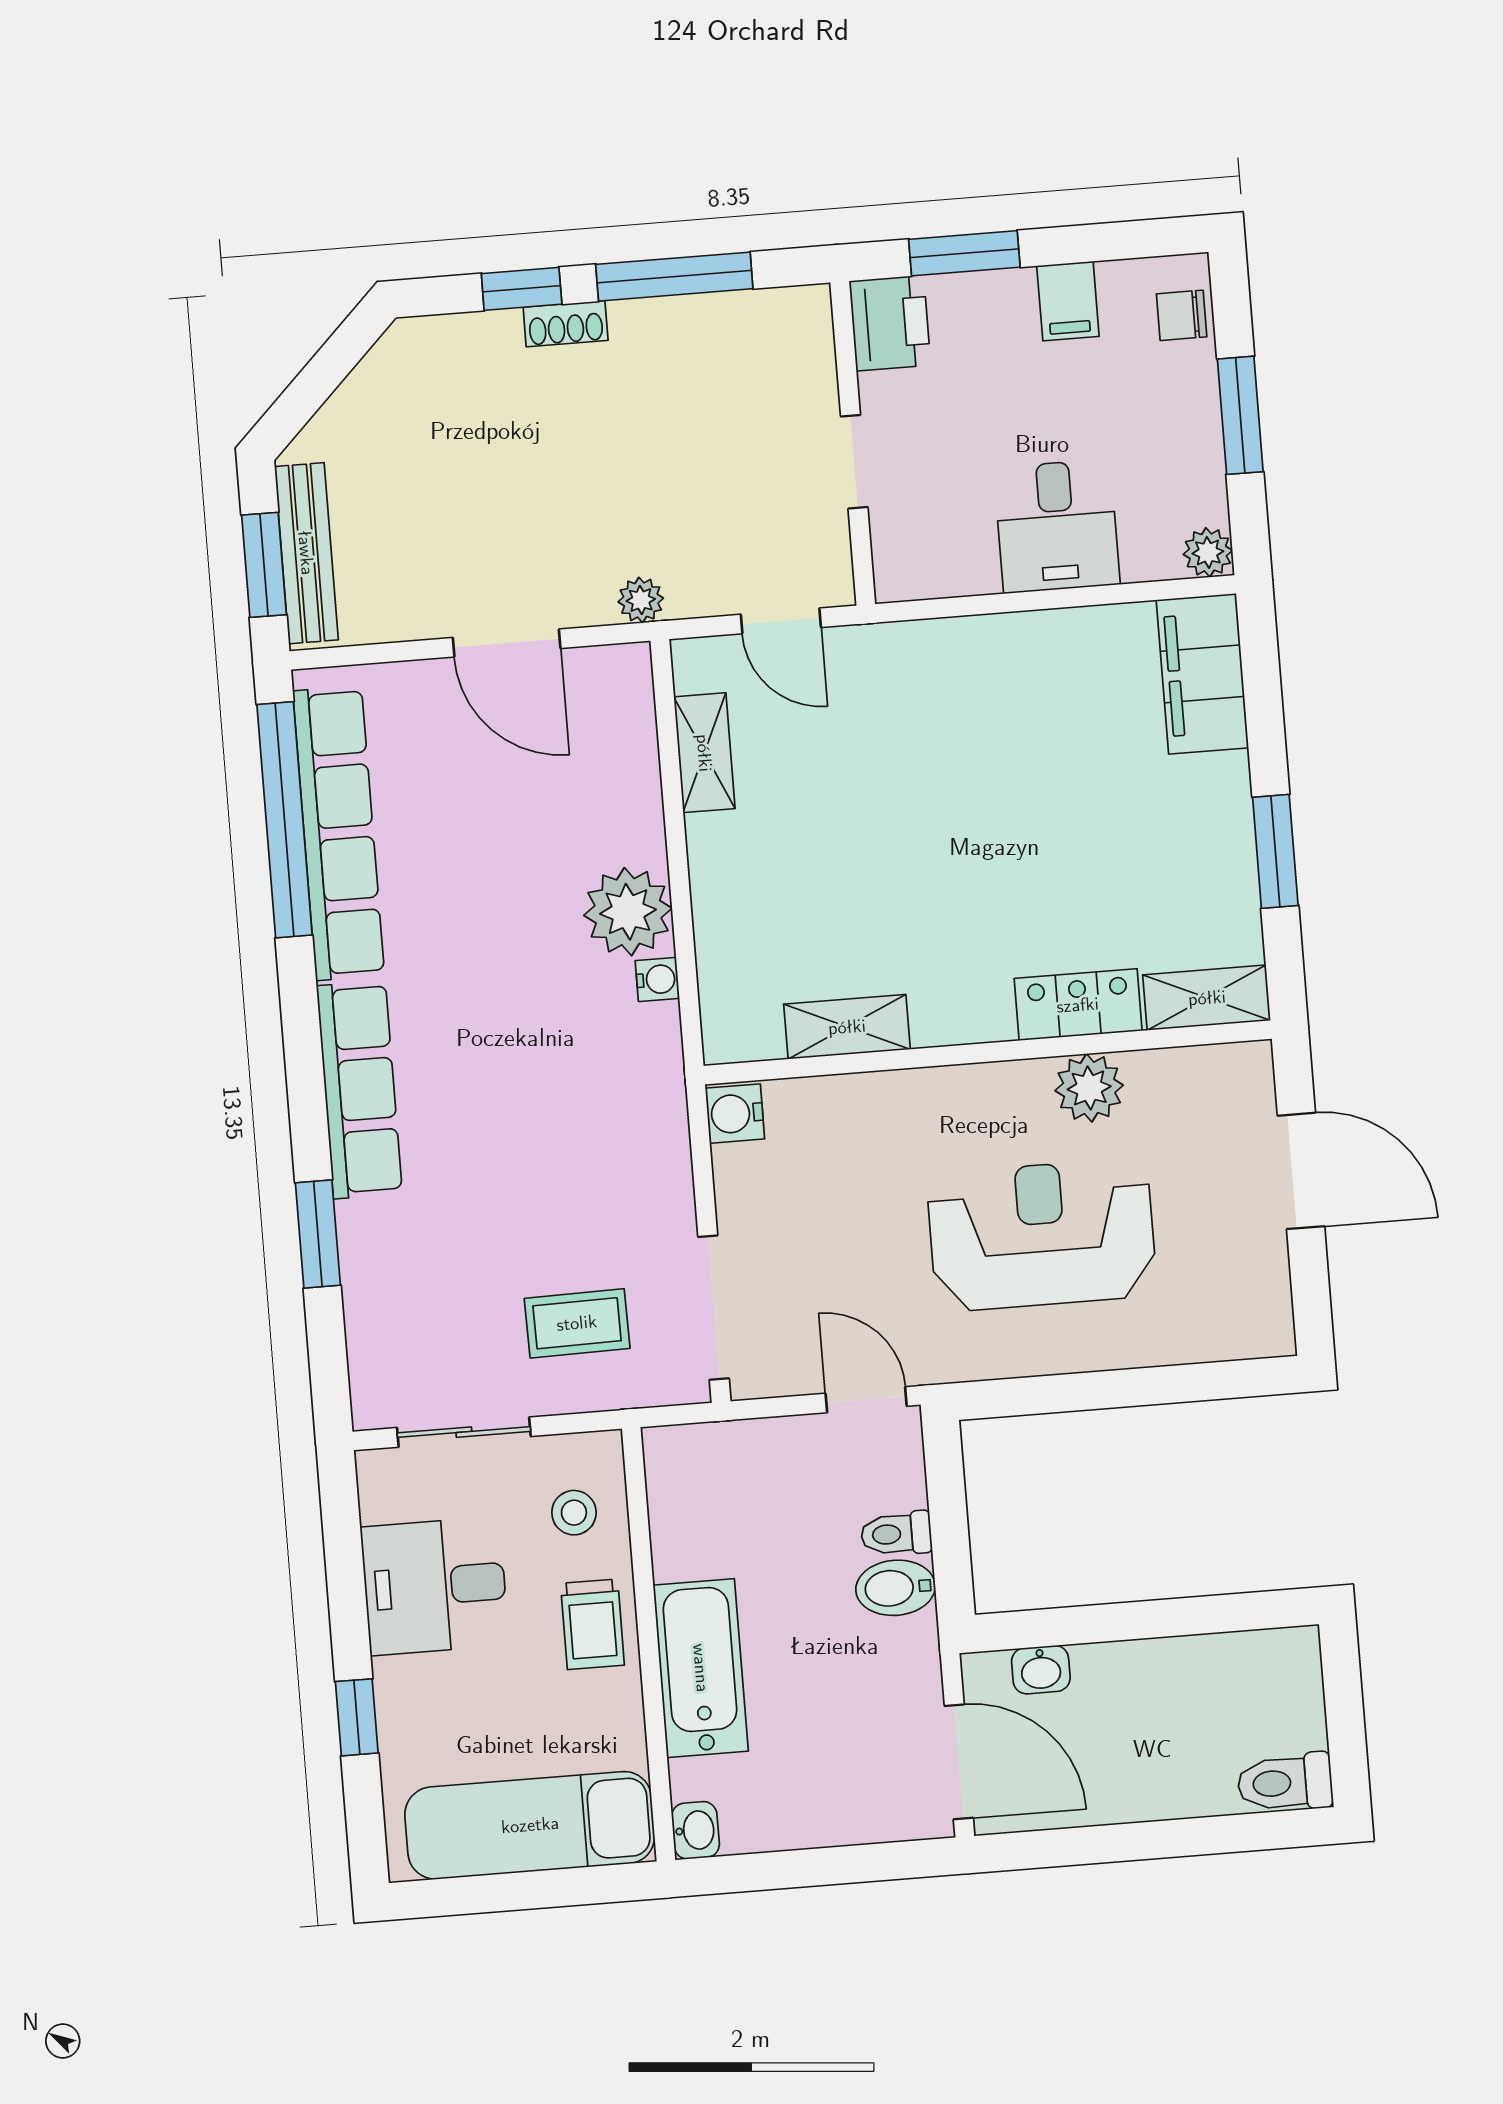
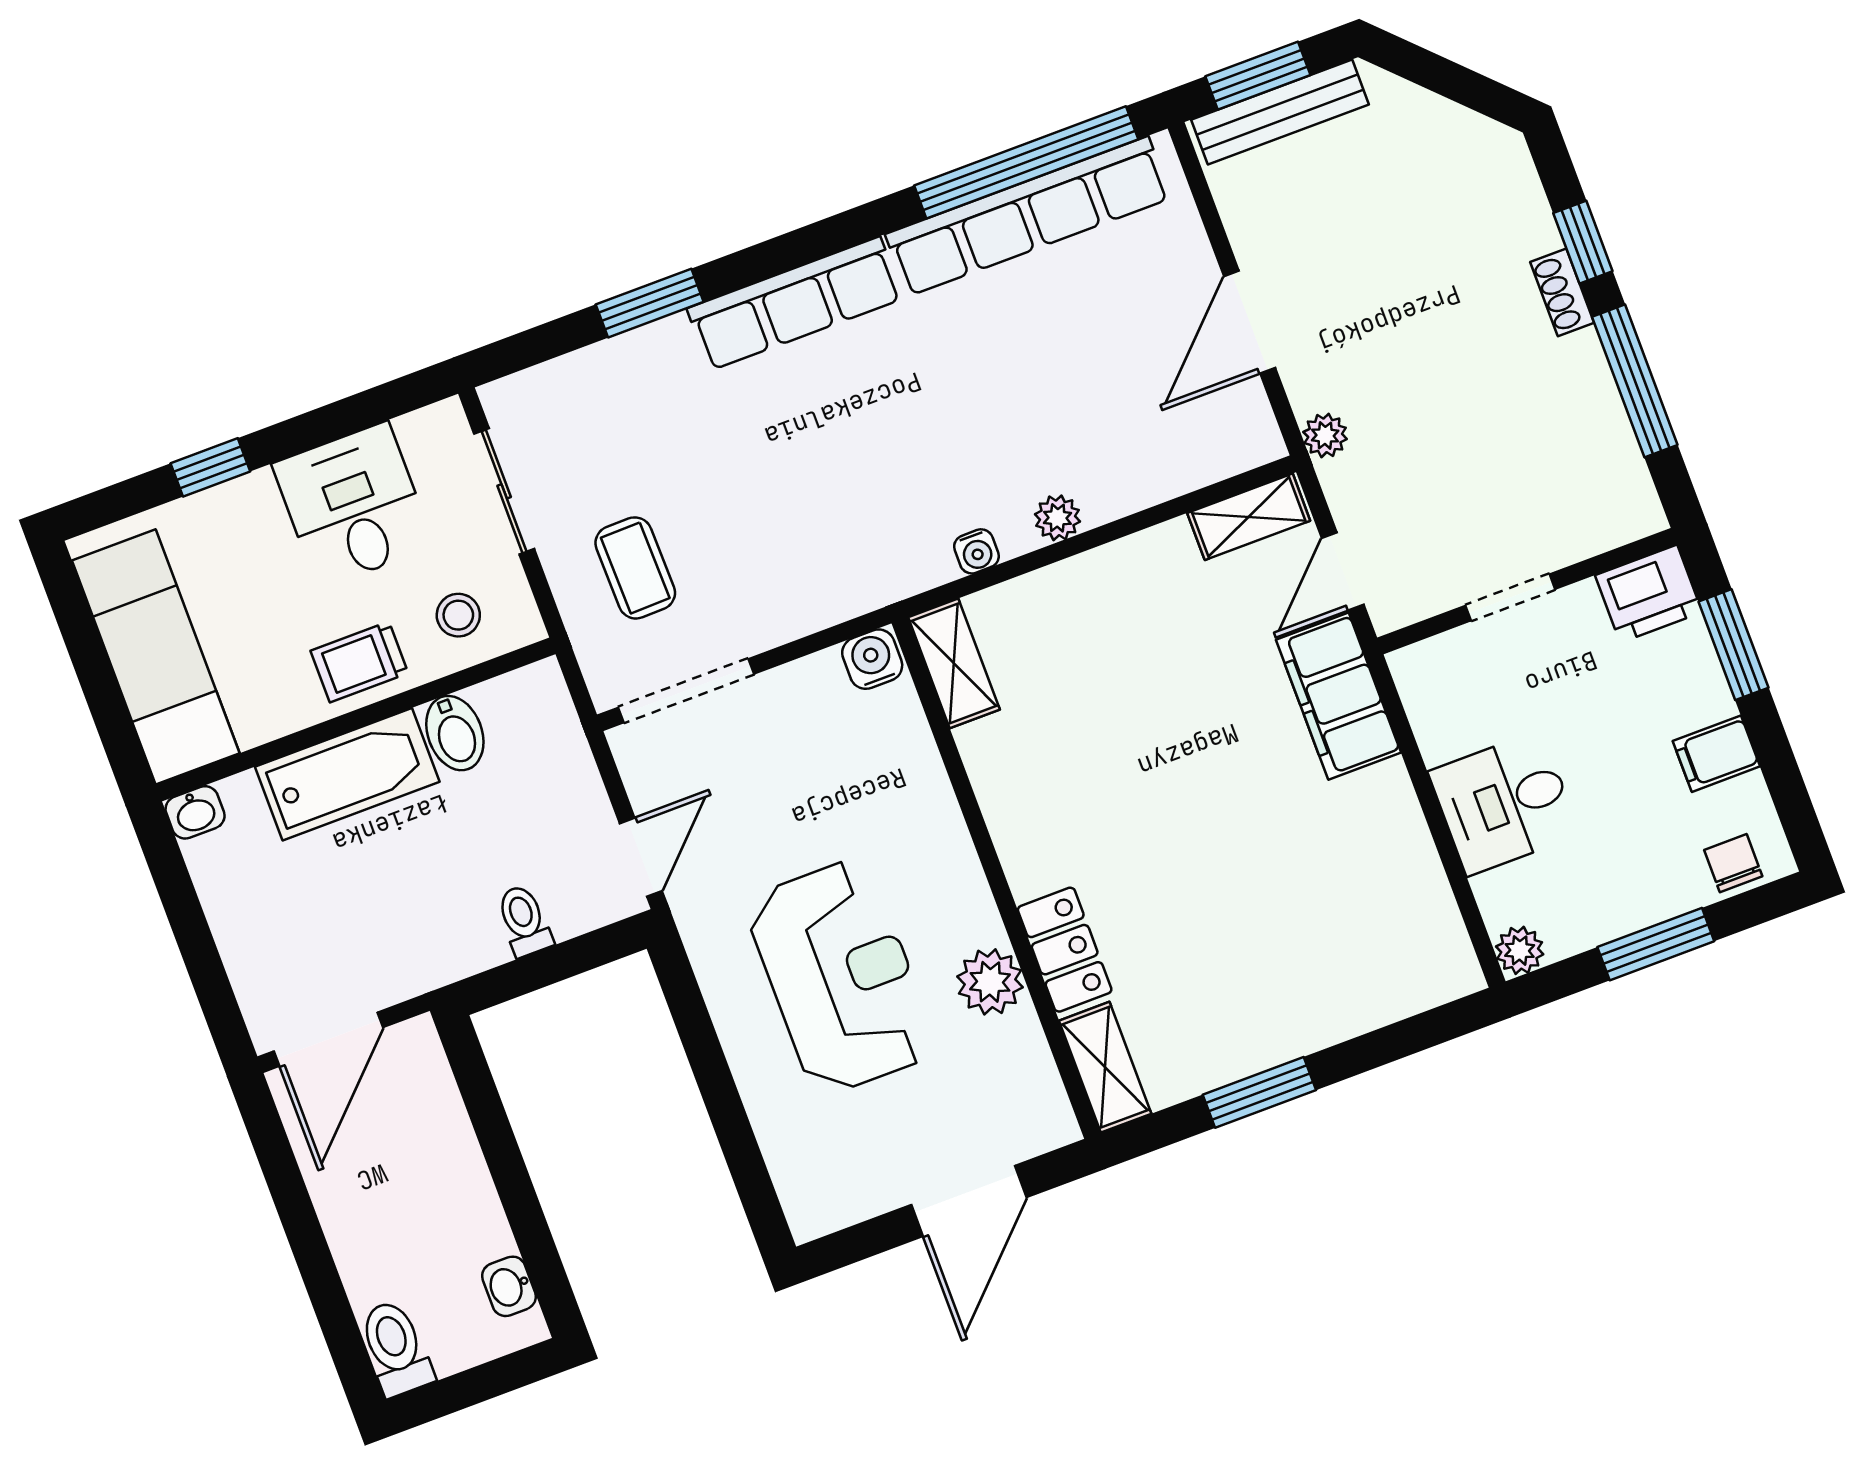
filing cabinet: (1202, 674) -> (1338, 696), moved, turned -90
shelving: (704, 753) -> (1249, 517), moved
plant: (628, 912) -> (1057, 518), width x0.53, depth x0.53
shelving: (847, 1027) -> (954, 663), moved
bidet: (896, 1588) -> (455, 733), moved, turned 180
washbasin: (1041, 1670) -> (509, 1286), moved

